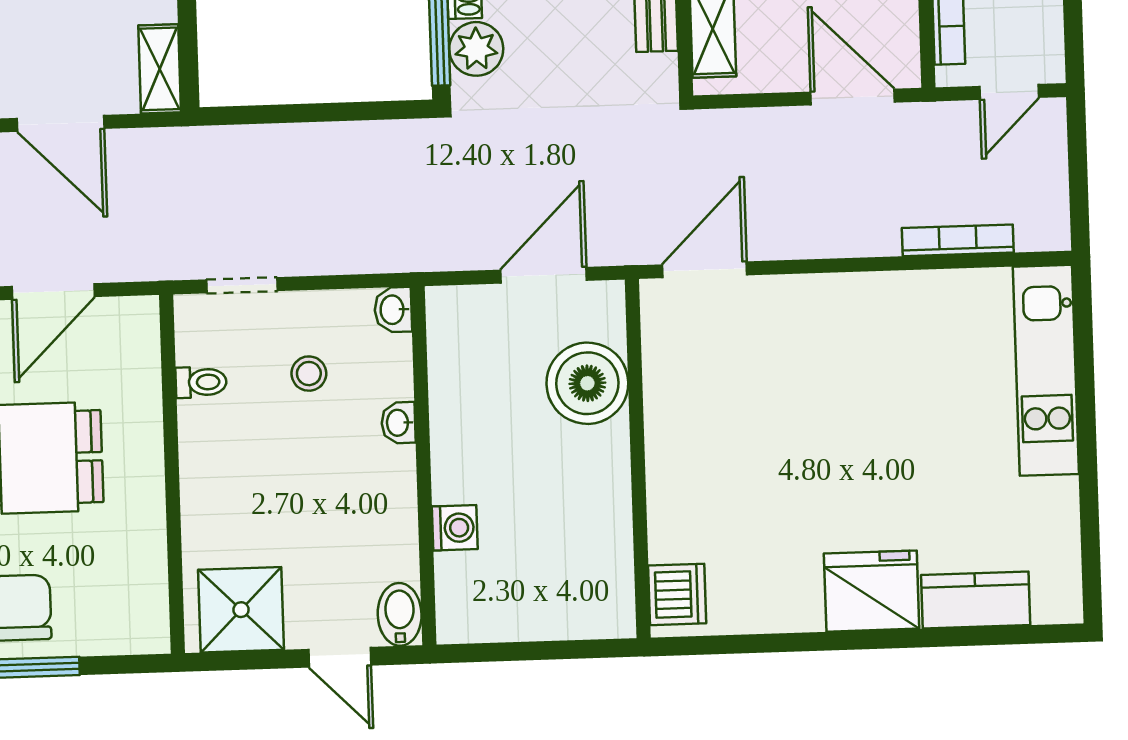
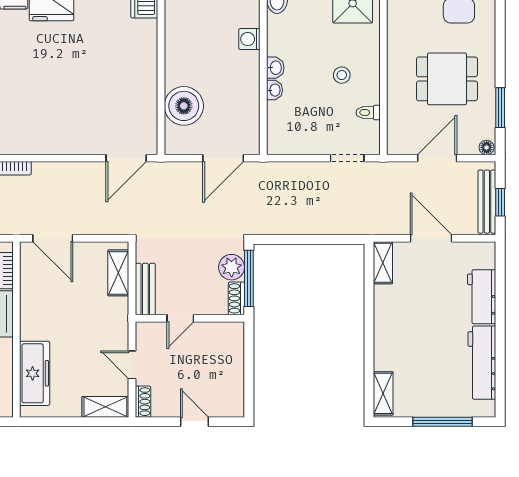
door: (544, 275) -> (223, 158), moved
washbasin: (393, 310) -> (275, 68), moved
stool: (309, 374) -> (342, 75), moved

